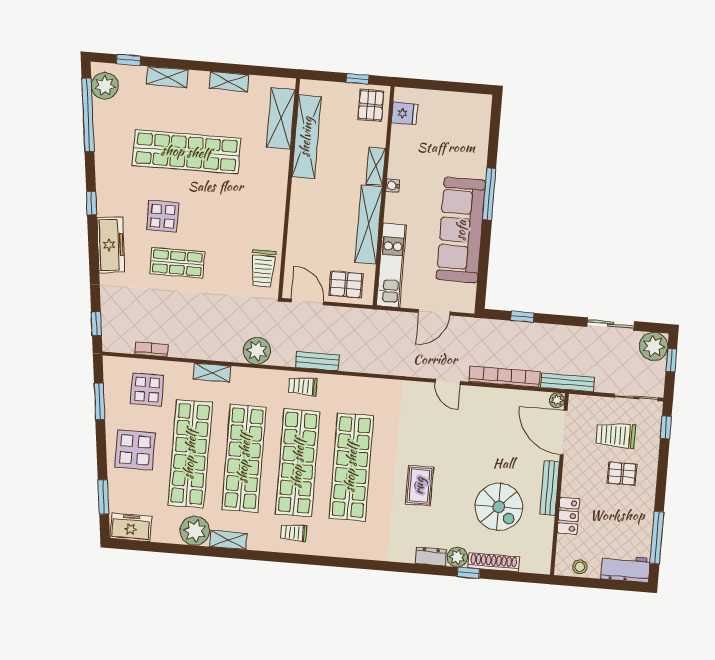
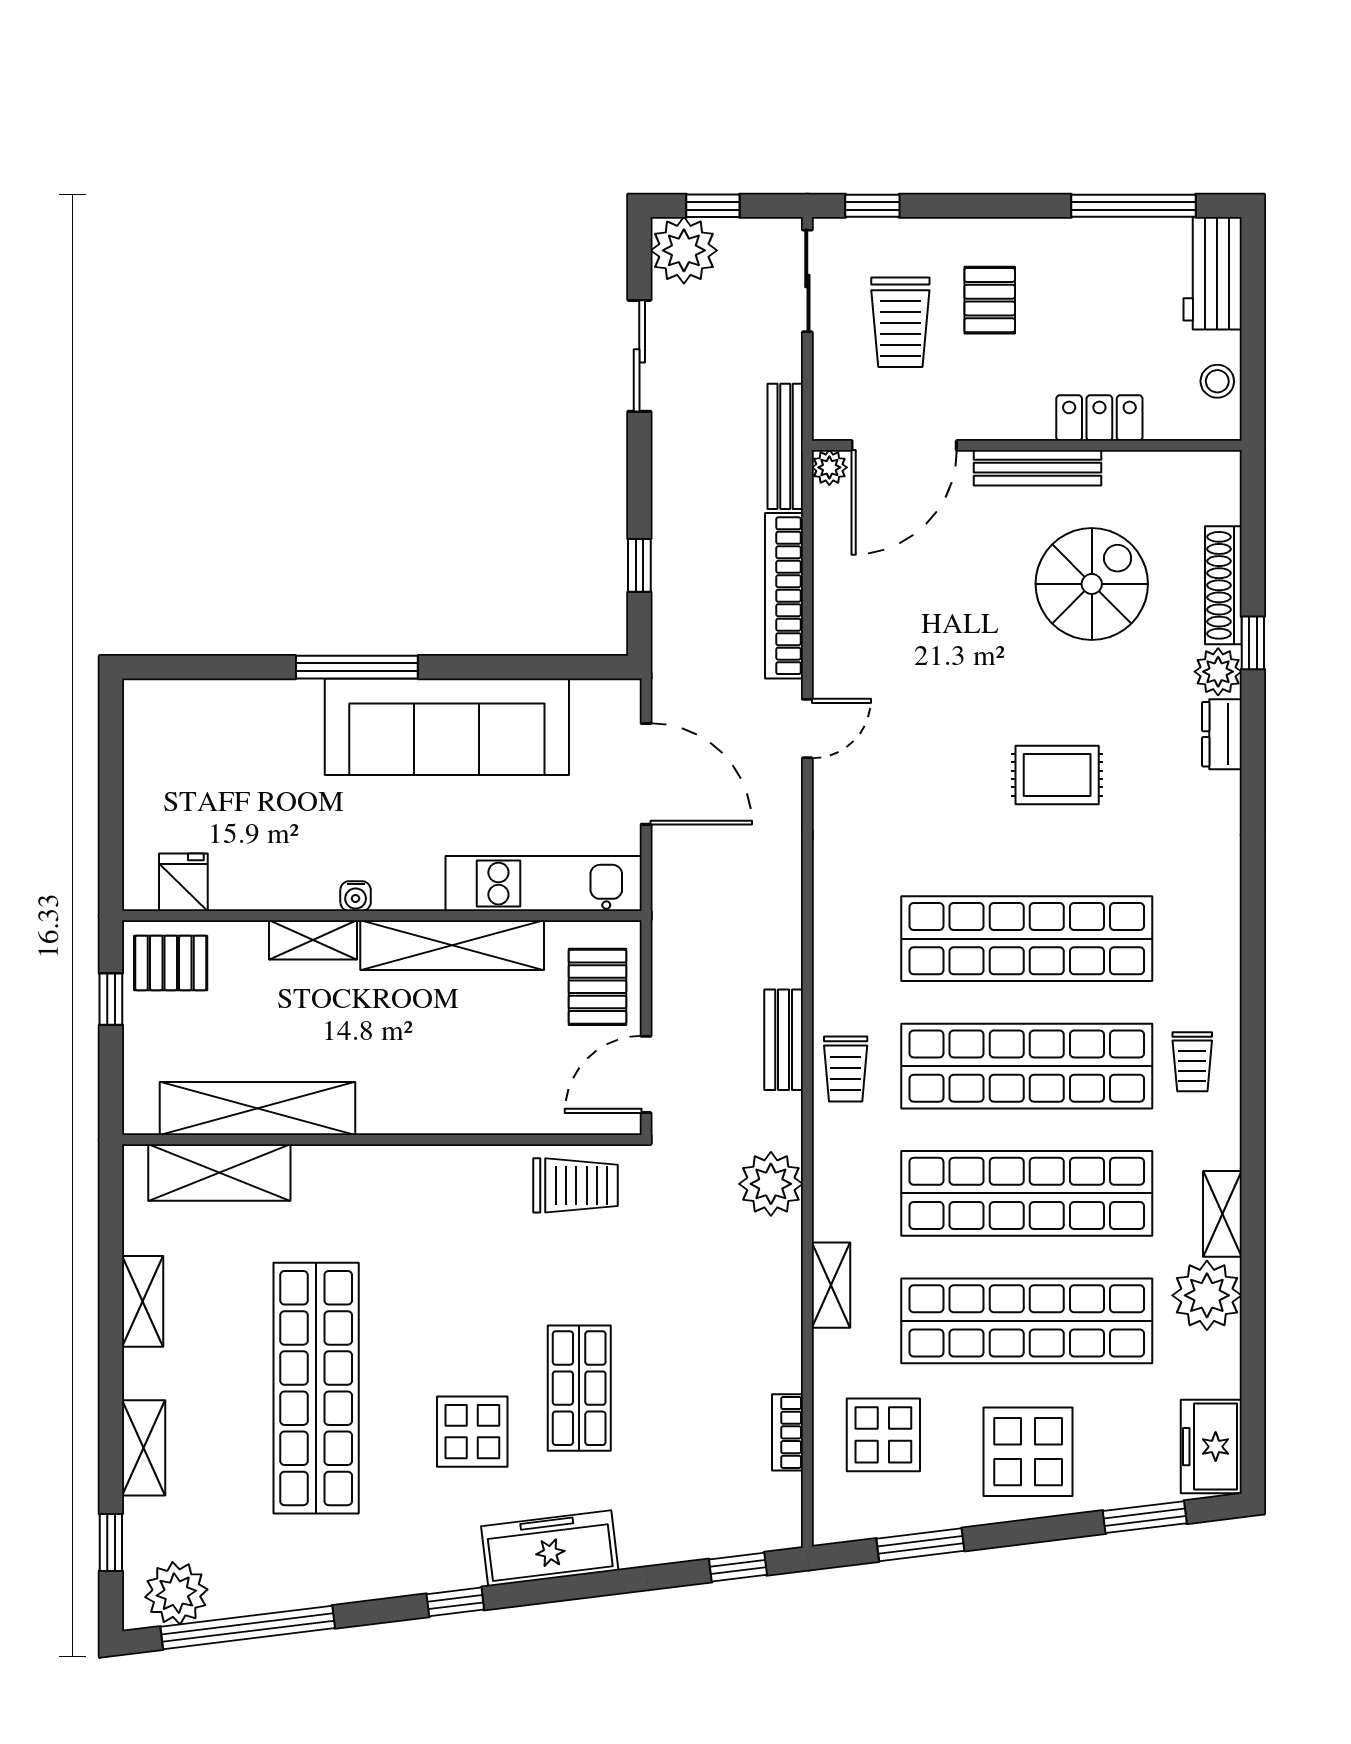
door: (434, 312) -> (646, 774), width x1.36

